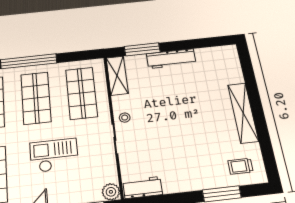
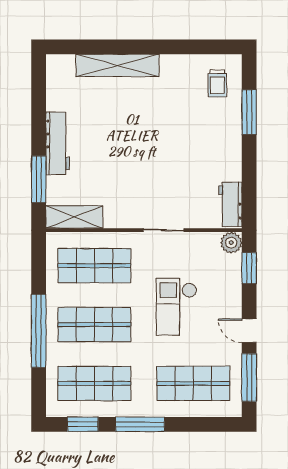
shelving: (243, 113) -> (117, 65), moved
stool: (125, 118) -> (136, 215), removed

